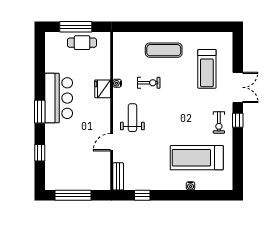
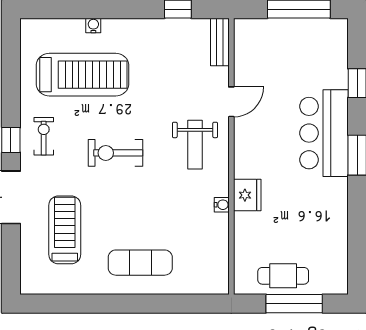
exercise bike: (149, 83) -> (116, 153), moved, width x1.38, depth x1.39
bar counter: (59, 98) -> (324, 133), moved

